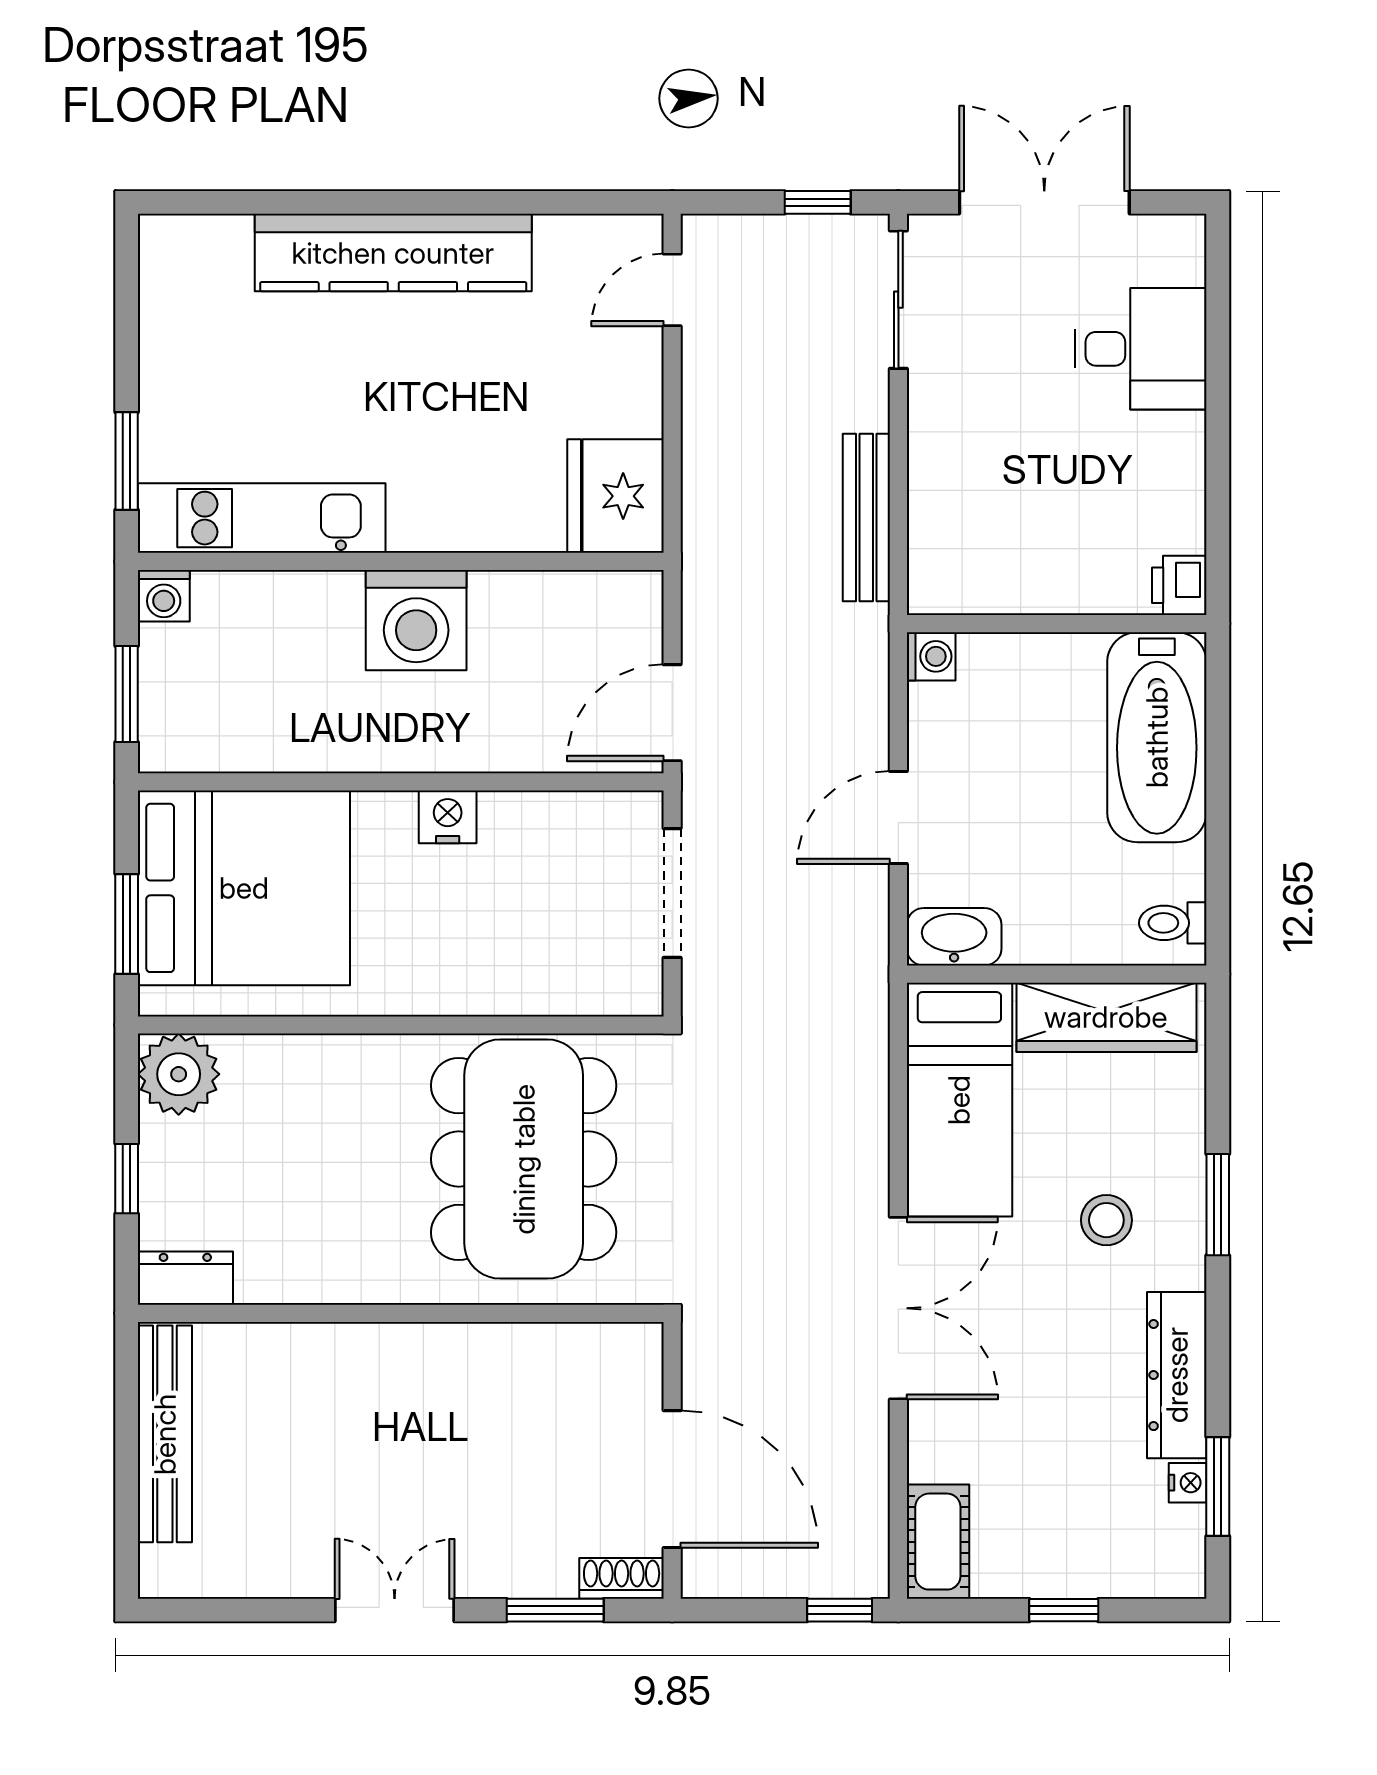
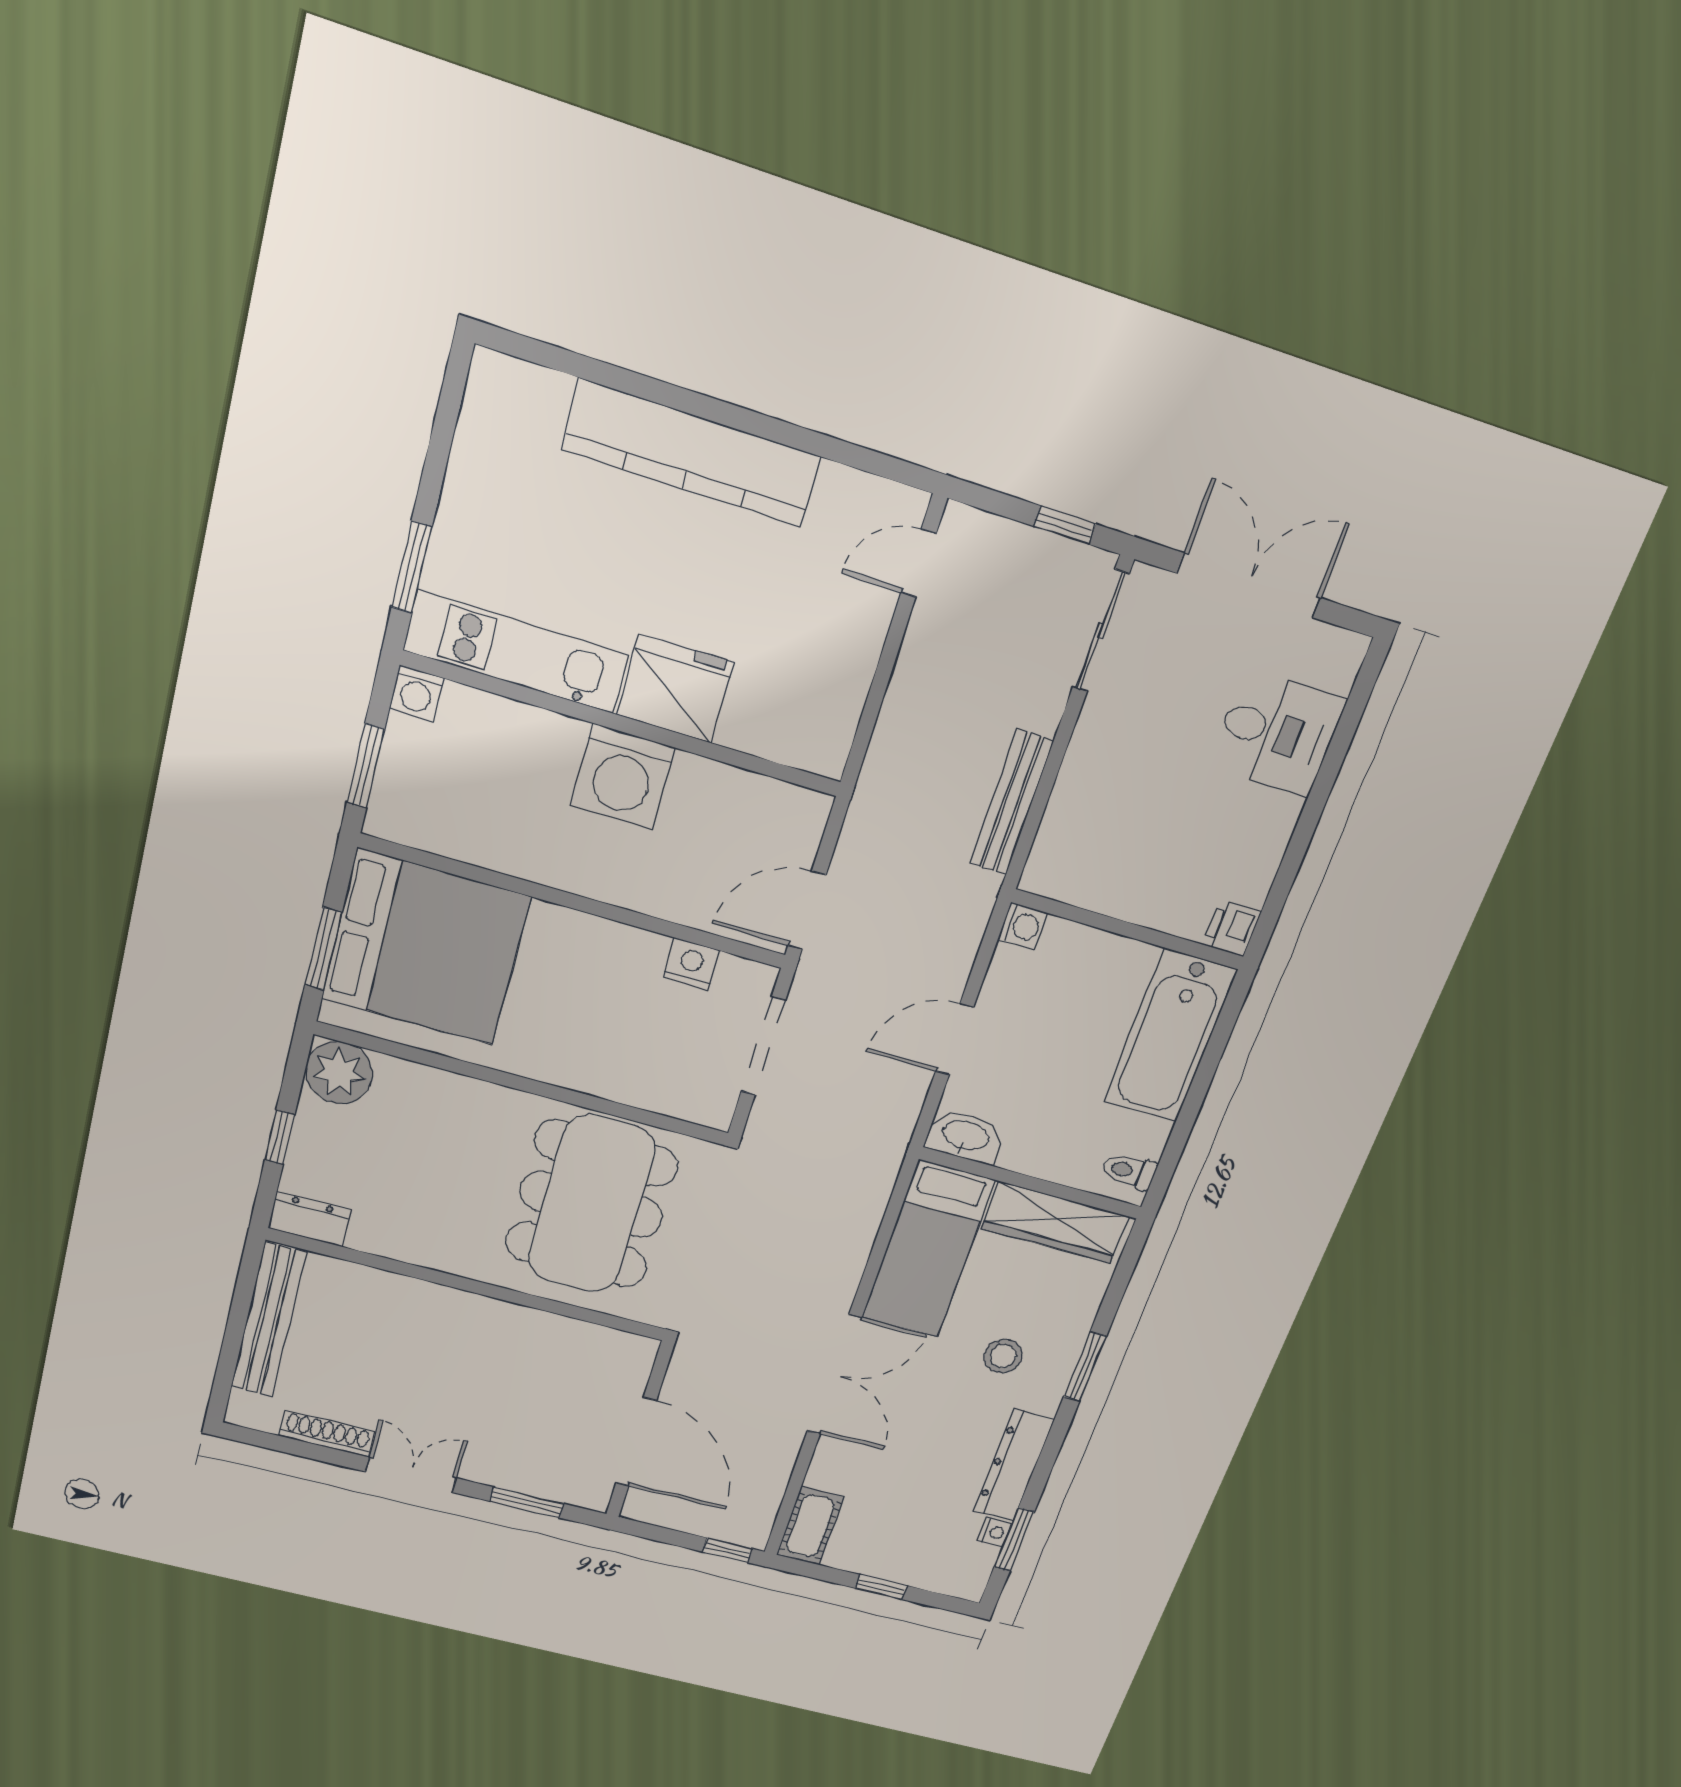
fridge: (615, 496) -> (675, 689), moved, turned 90
nightstand: (448, 817) -> (691, 964), moved
shoe rack: (622, 1578) -> (327, 1434), moved, width x1.43

